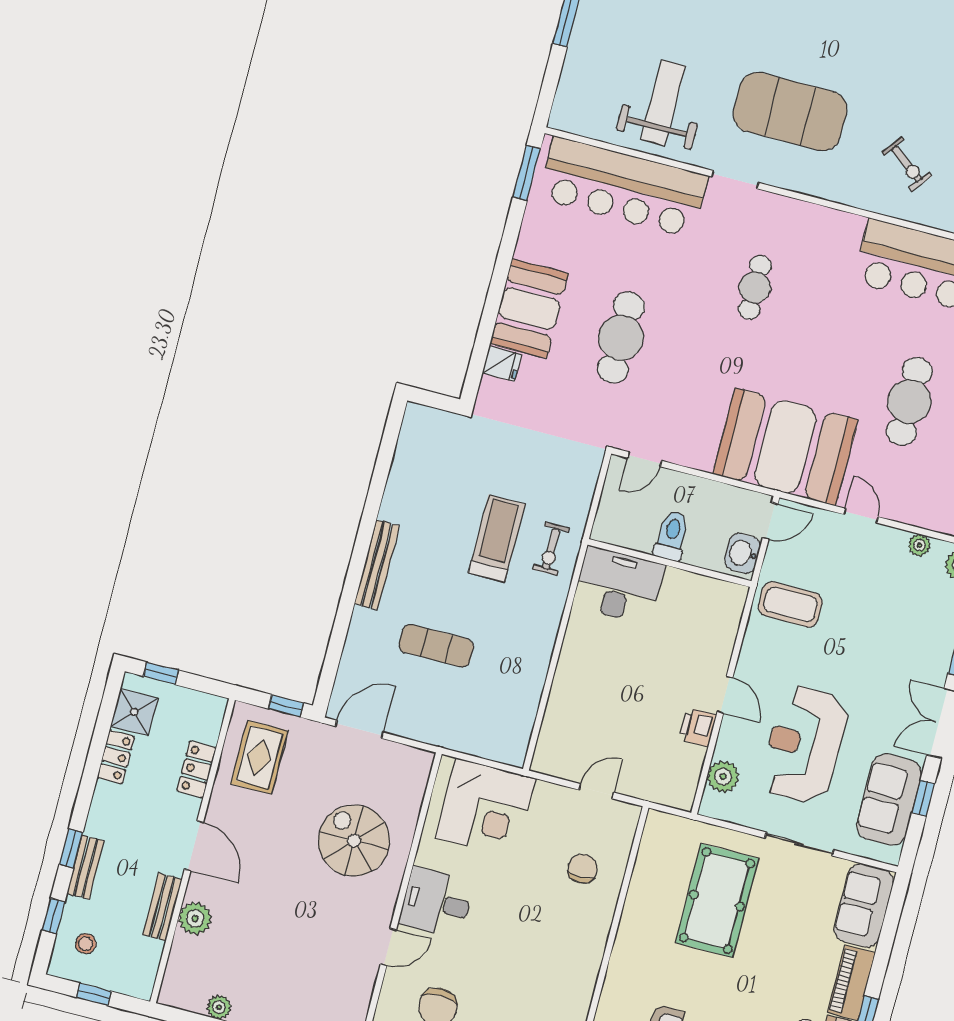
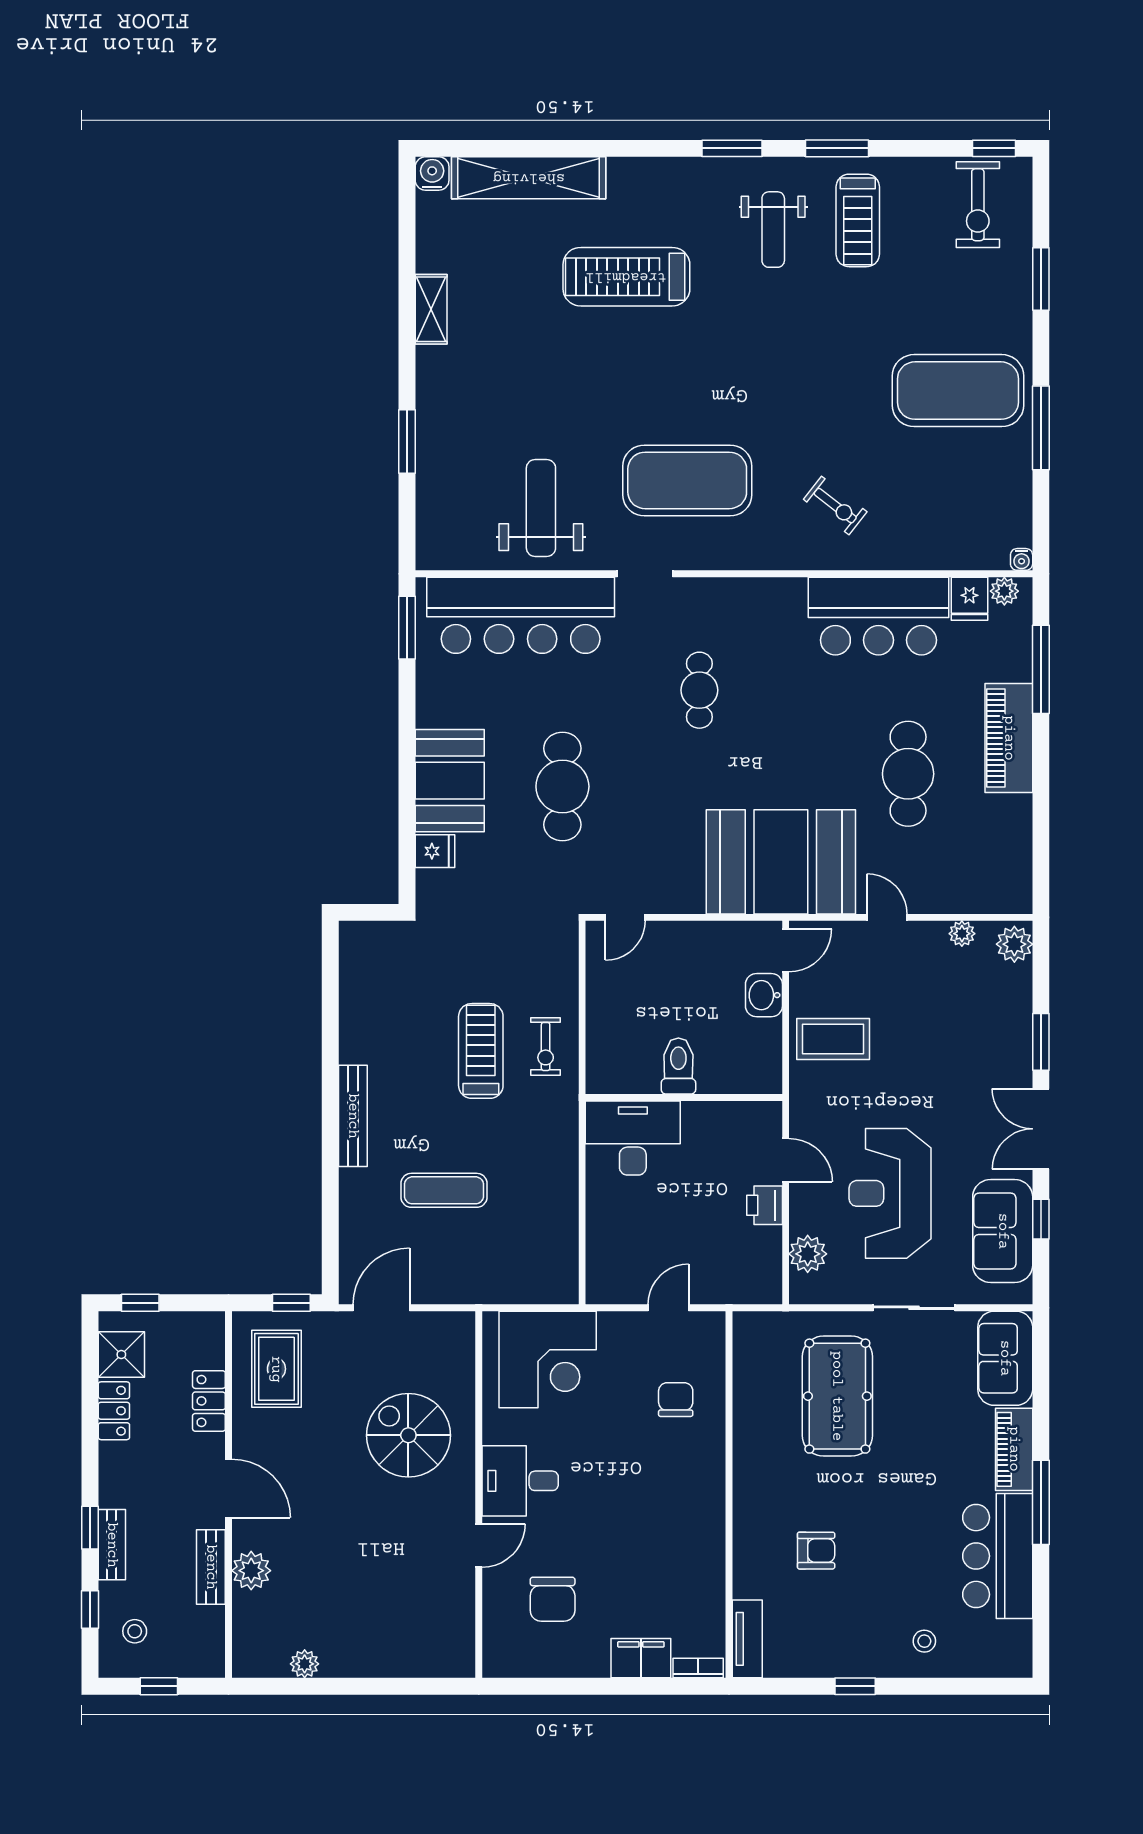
toilet: (672, 536) -> (678, 1066), moved
wall: (669, 563) -> (684, 1098), moved
desk: (619, 585) -> (633, 1138), moved

